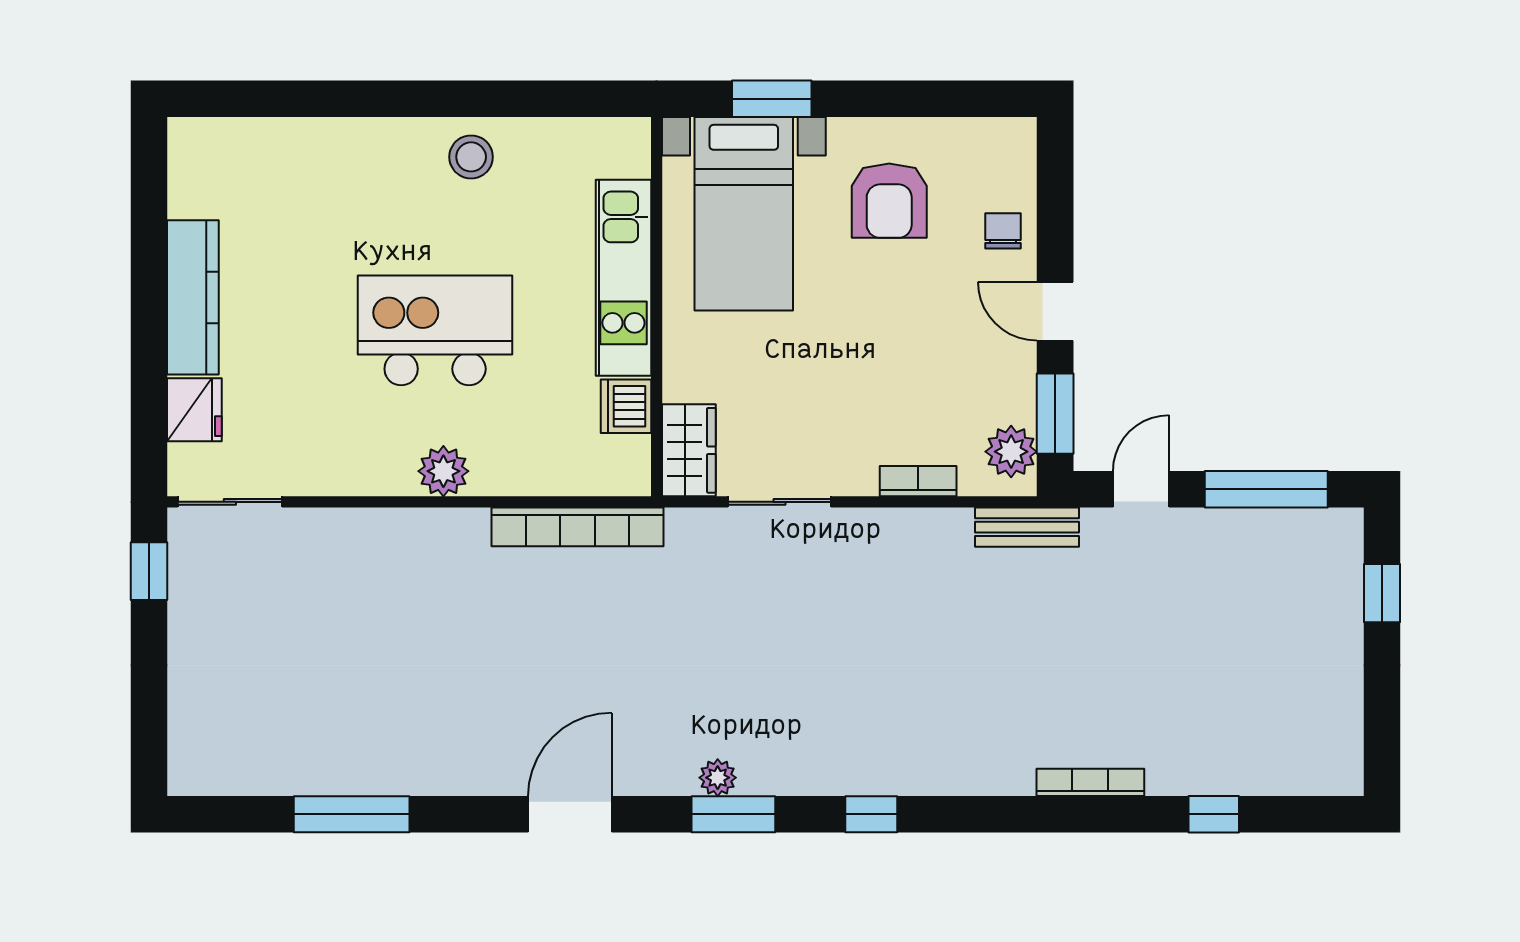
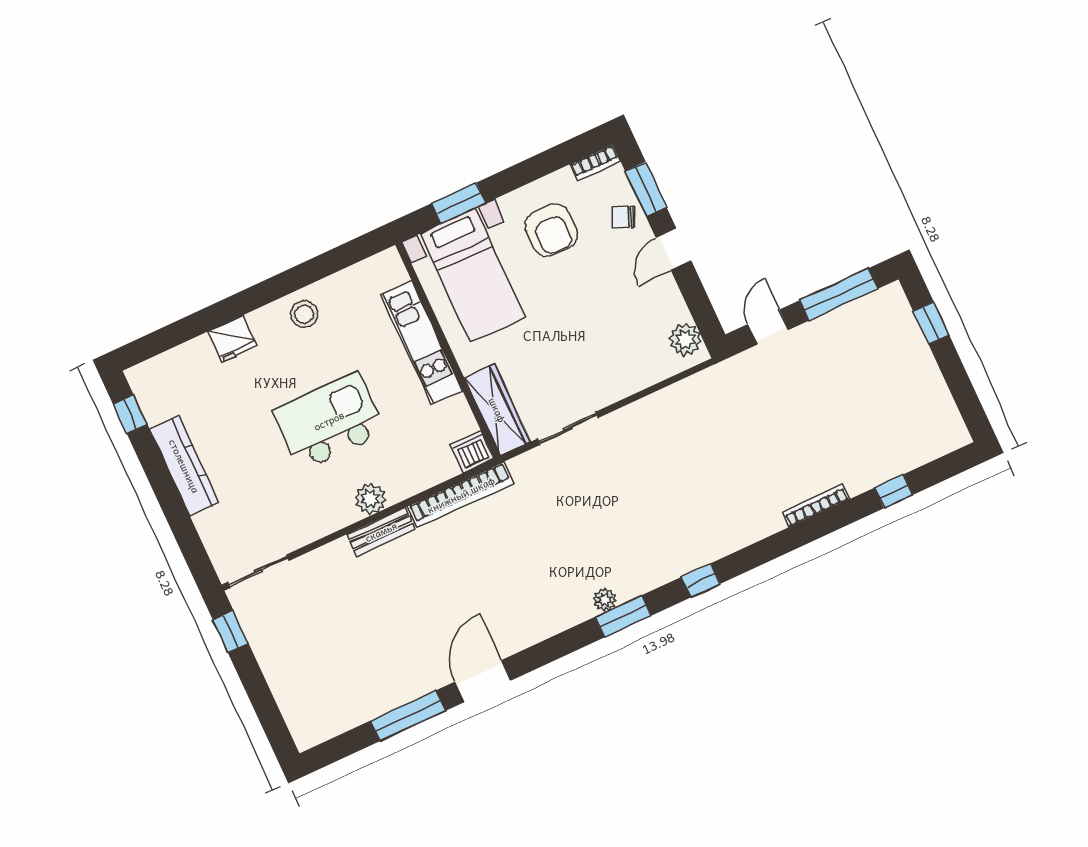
window: (149, 186) -> (130, 414), added
chair: (1003, 231) -> (623, 217), turned -68
door: (1055, 311) -> (673, 249), hinge flipped
dishwasher: (626, 406) -> (472, 451), moved, turned 90
fridge: (194, 410) -> (232, 339), moved, turned 90
window: (1055, 414) -> (646, 189), moved
wardrobe: (689, 450) -> (497, 410), width x1.50
bookcase: (918, 481) -> (595, 163), moved, turned 180
bench: (1027, 527) -> (381, 532), moved
door: (570, 814) -> (483, 681), moved

